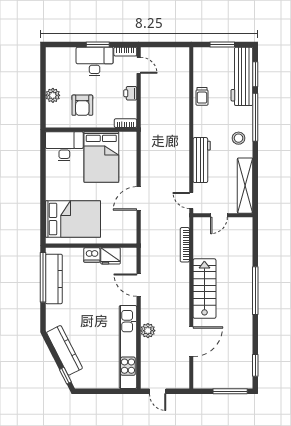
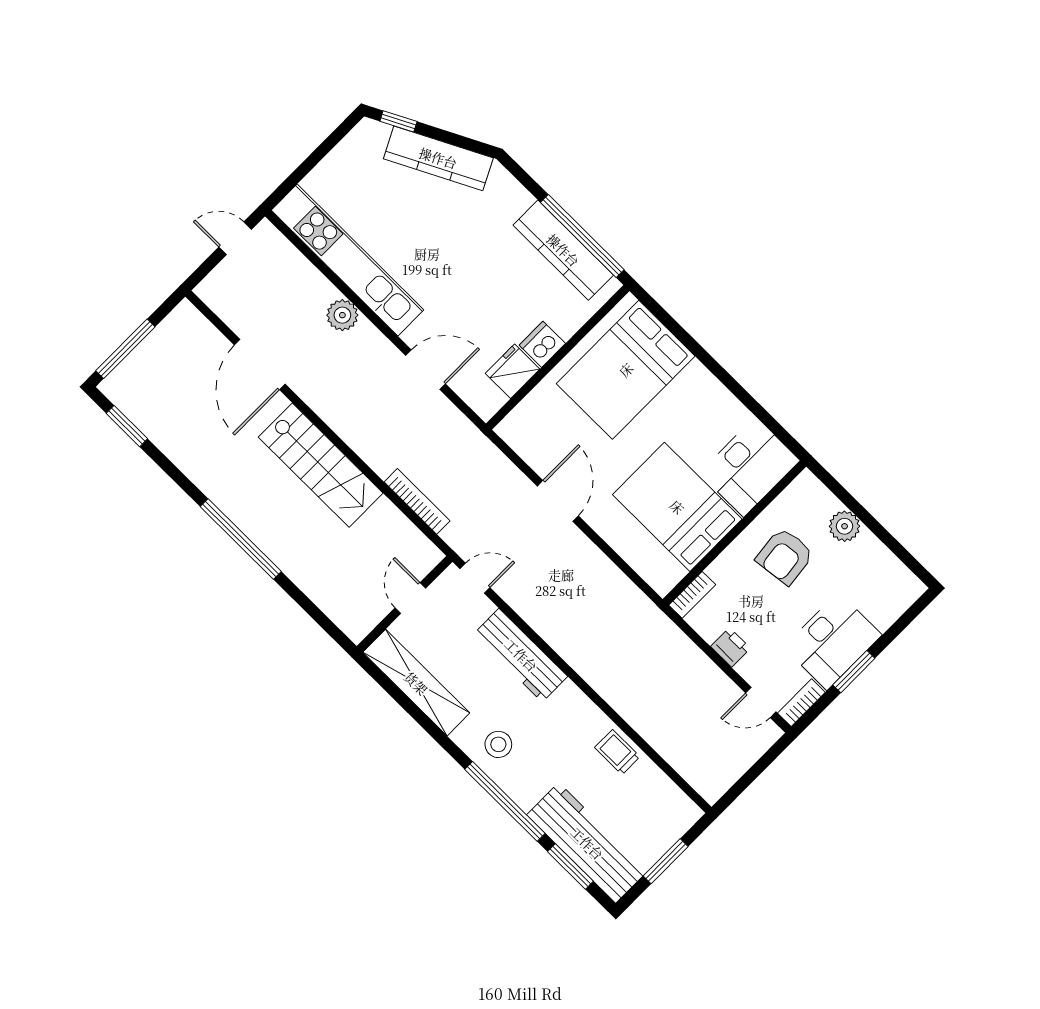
armchair: (82, 105) -> (785, 556), turned -97

